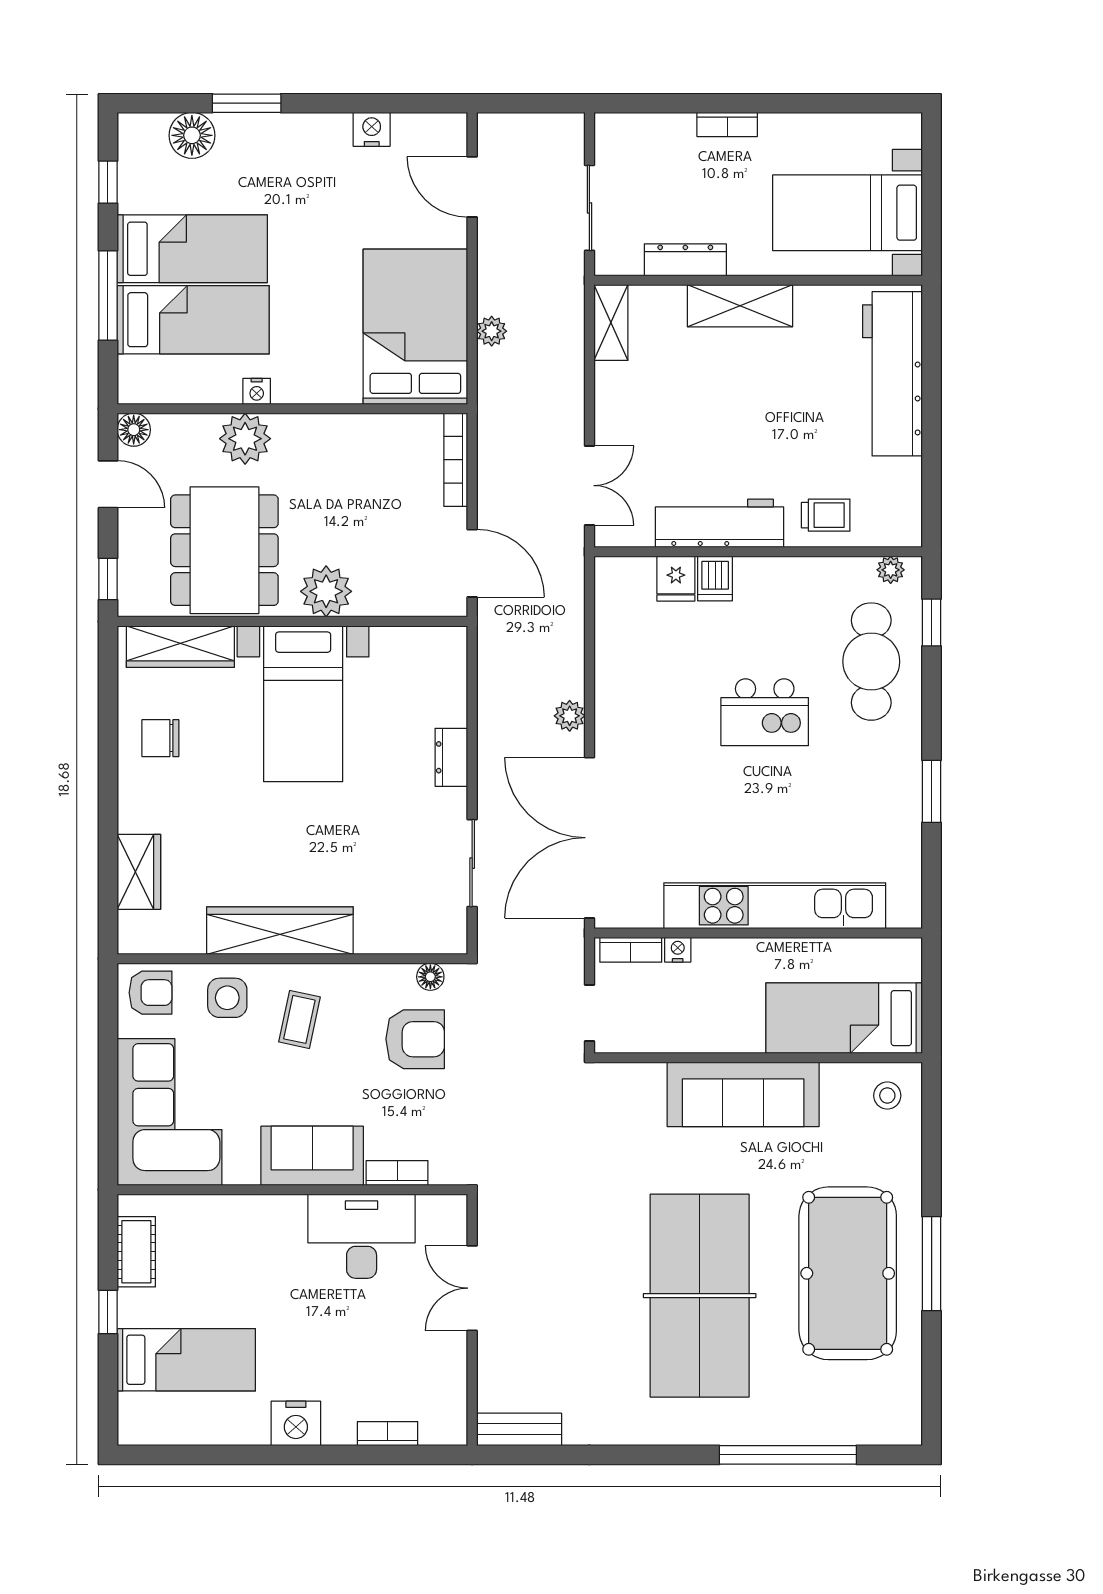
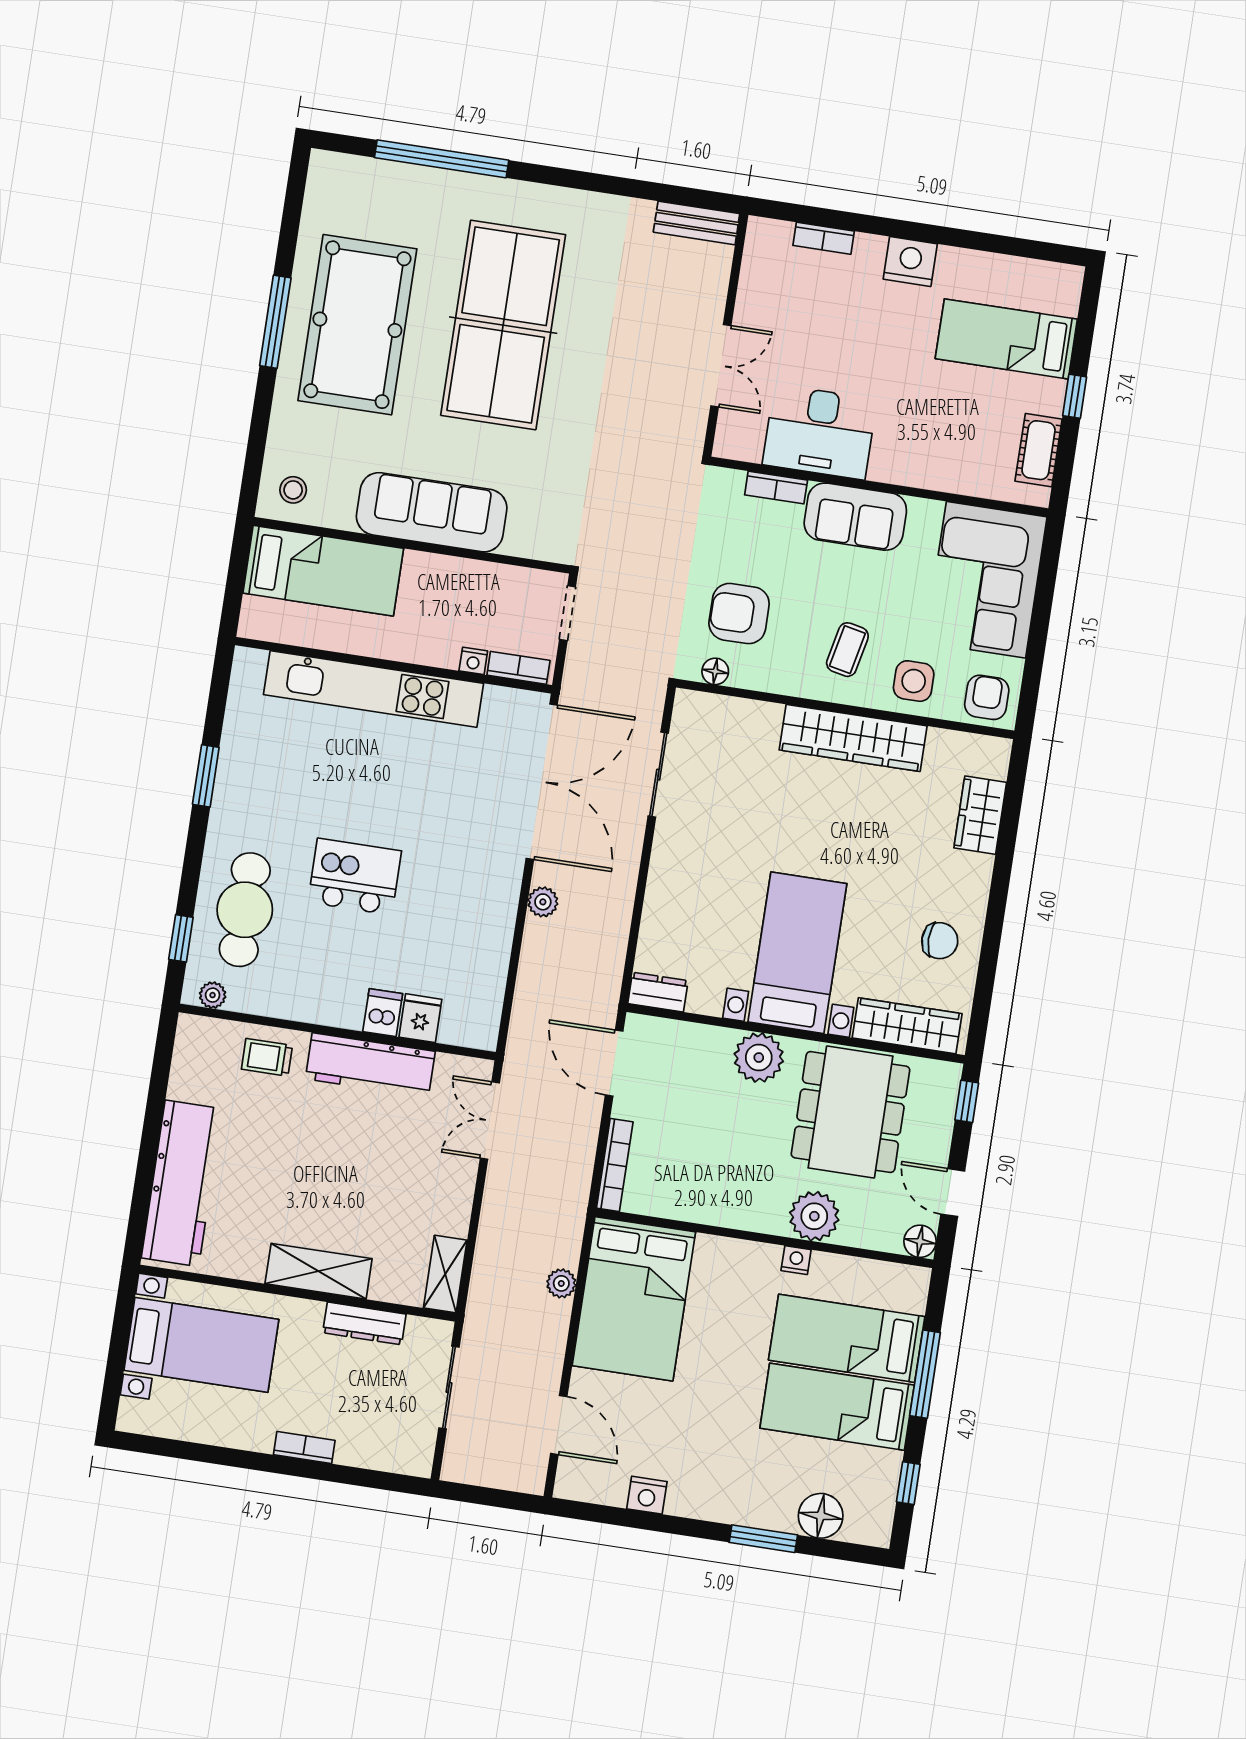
dresser: (451, 757) -> (658, 992), moved, turned -90
armchair: (151, 993) -> (987, 697), turned 90

